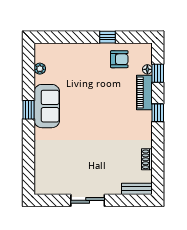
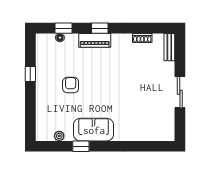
armchair: (119, 59) -> (71, 85), moved
piano: (144, 93) -> (95, 40), moved
window: (29, 110) -> (81, 146), moved

